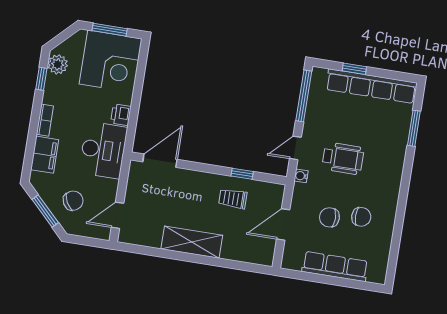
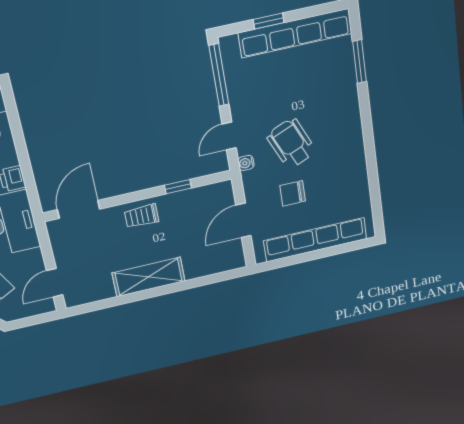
wheelchair: (343, 158) -> (291, 143), moved, turned -113
trolley: (233, 199) -> (142, 216), moved
chair: (361, 217) -> (328, 179), removed
row of seats: (335, 266) -> (315, 240), width x1.36

